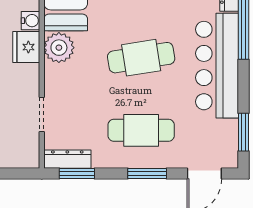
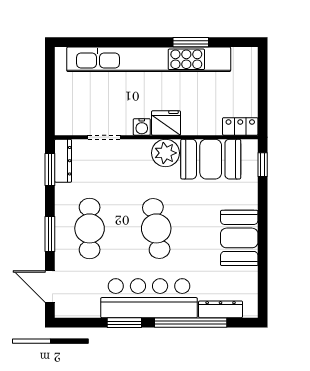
water cooler: (31, 21) -> (142, 127), moved
window: (244, 132) -> (124, 323), moved

